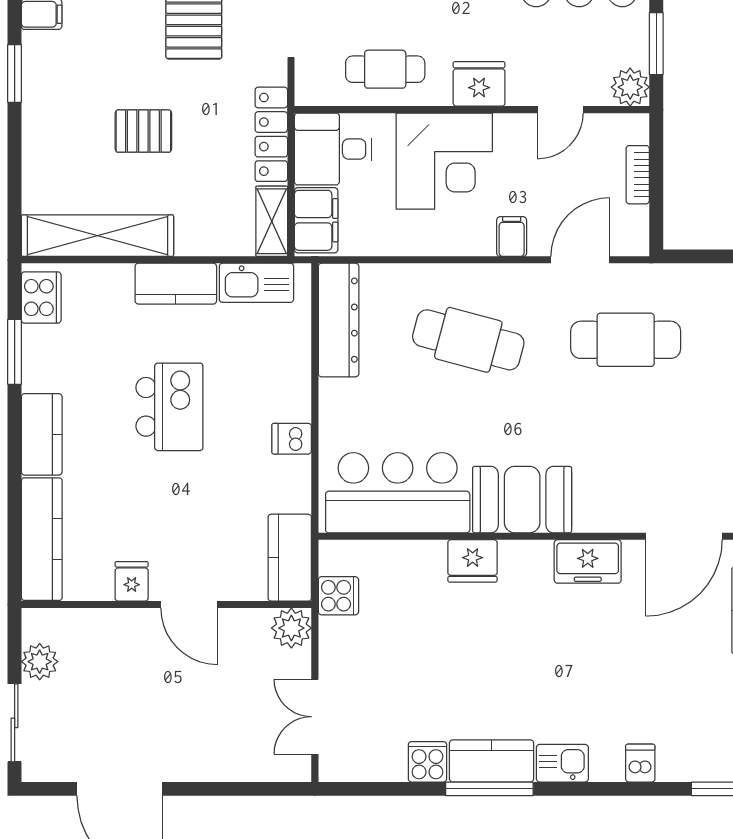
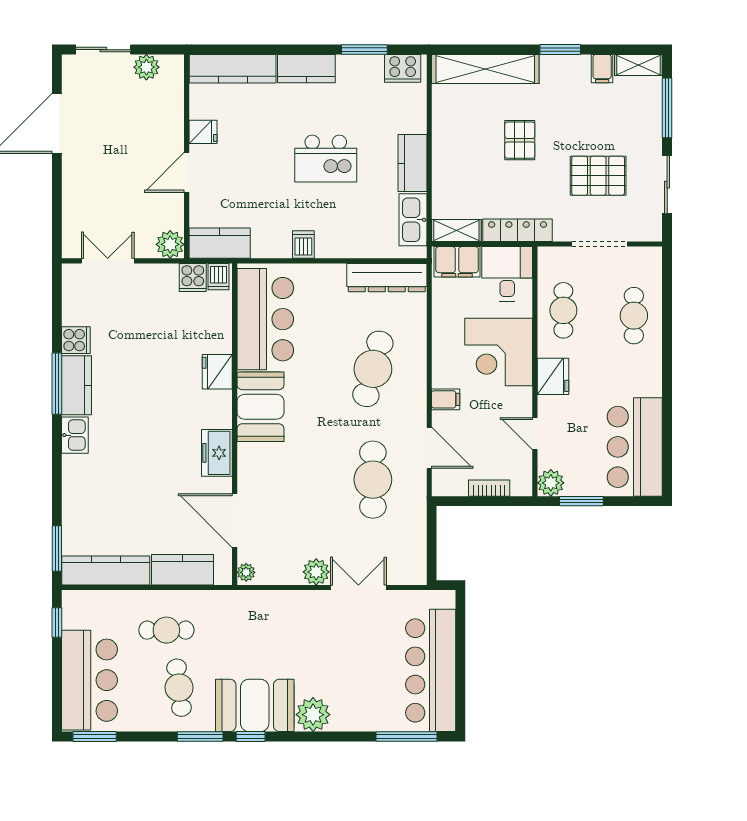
shelving: (98, 236) -> (485, 69), moved, turned 90
dishwasher: (640, 763) -> (218, 277), moved, turned 90

